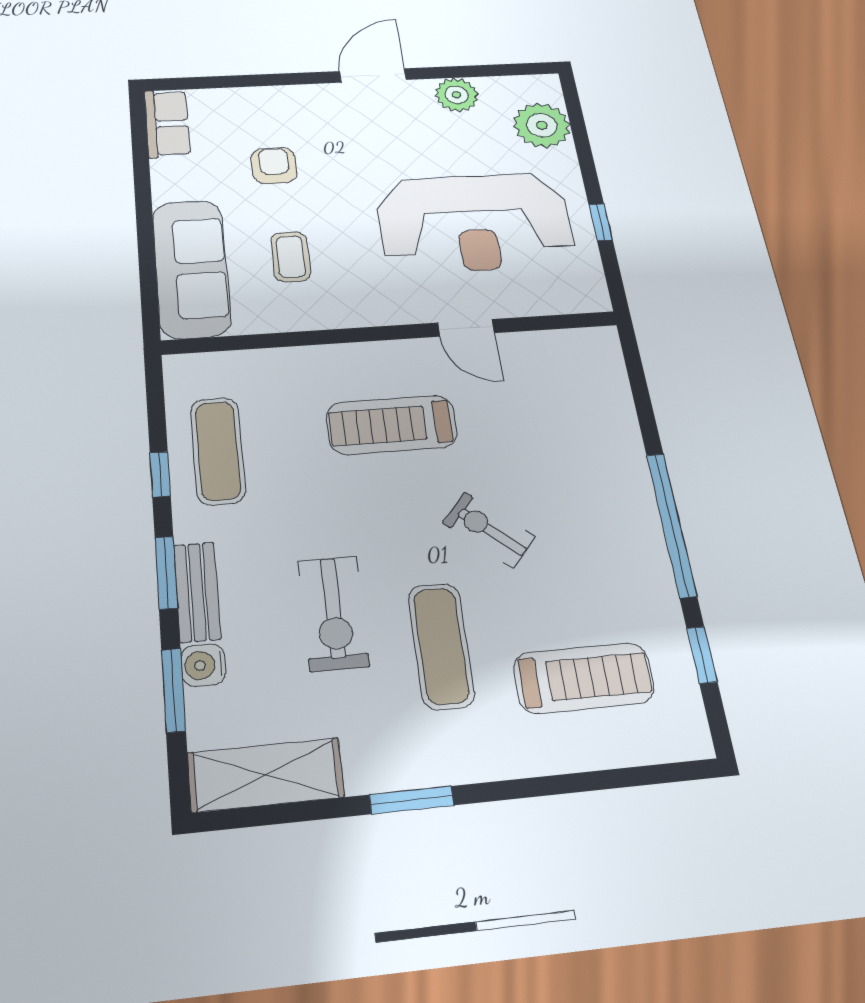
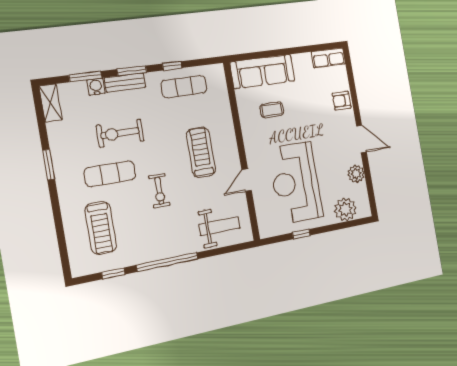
armchair: (274, 166) -> (342, 101), moved, turned 180
weight bench: (581, 398) -> (219, 226), added
exercise bike: (489, 530) -> (159, 191), turned 139
shelving: (266, 775) -> (51, 103), width x0.67, depth x0.75

